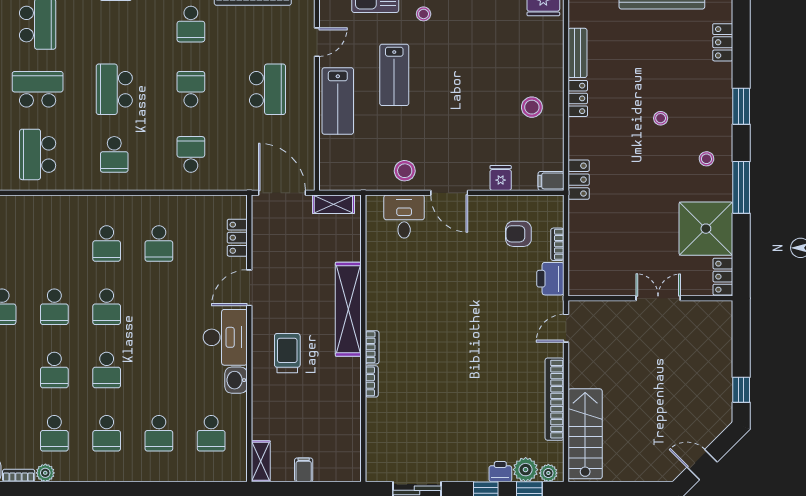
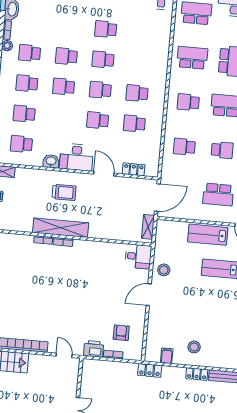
school desk: (191, 154) -> (184, 147), turned 180
fridge: (501, 178) -> (155, 325), removed
filing cabinet: (551, 181) -> (167, 356), moved
desk: (404, 216) -> (138, 256), moved
school desk: (159, 307) -> (98, 120), added
shelving: (348, 309) -> (61, 228), moved

